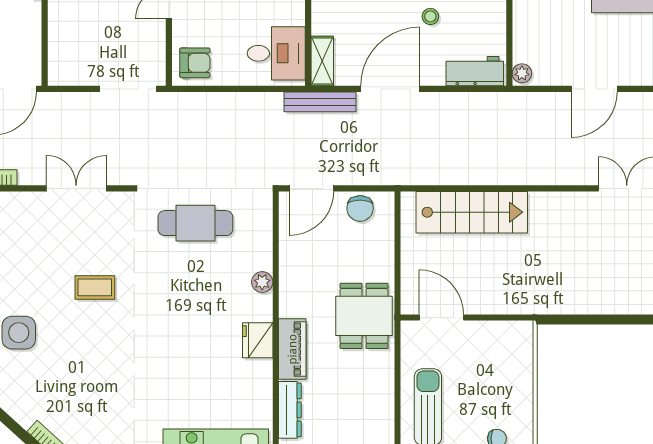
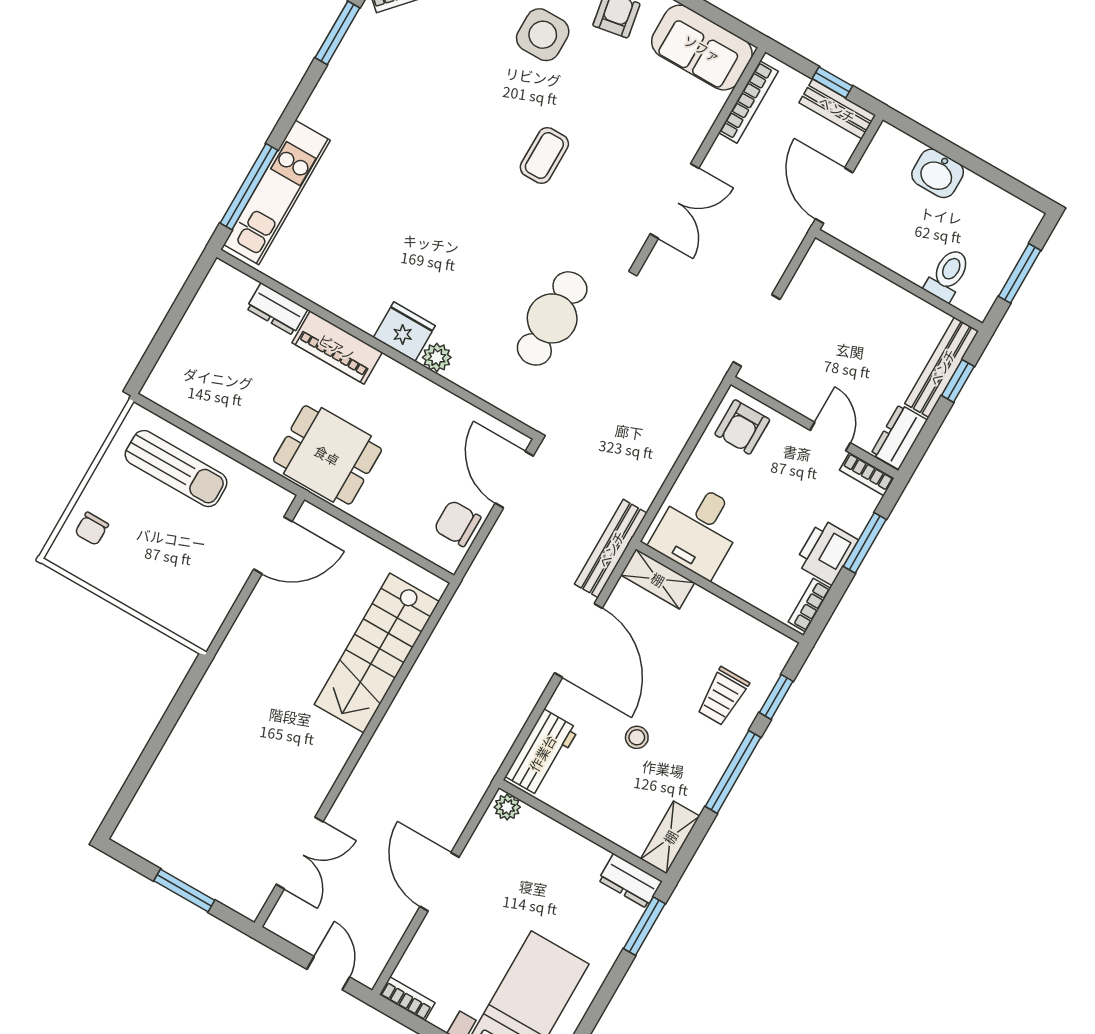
fridge: (258, 340) -> (404, 332), moved
dresser: (290, 410) -> (277, 309), width x0.70

